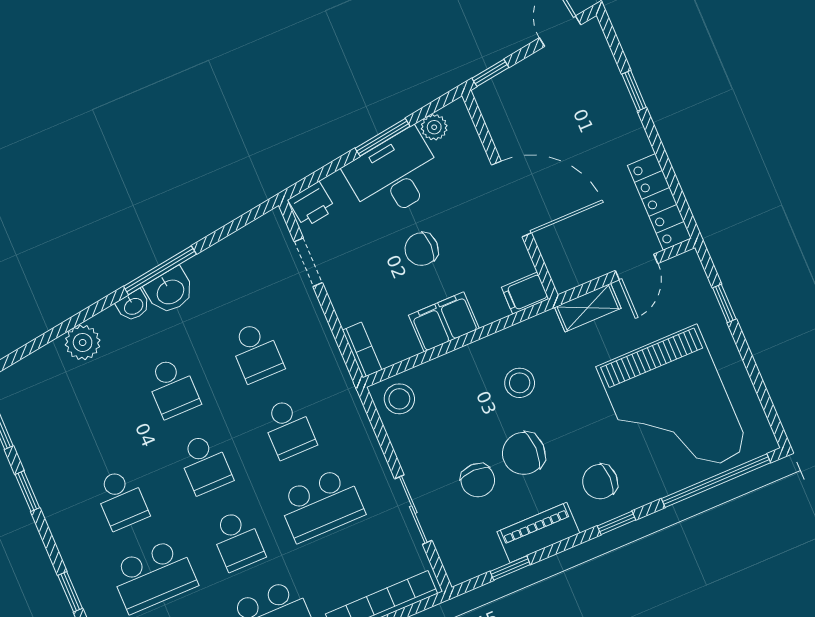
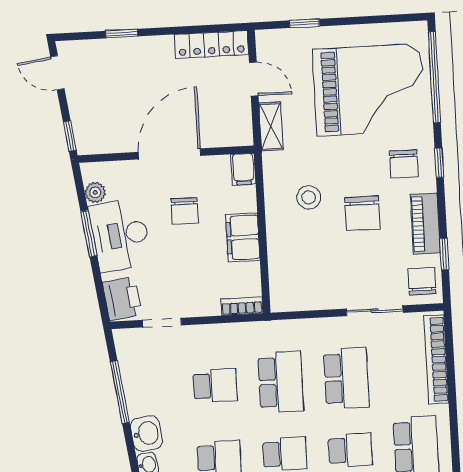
printer: (312, 205) -> (122, 299), width x1.36, depth x1.24
chair: (422, 249) -> (185, 211), moved
window: (160, 270) -> (120, 392), moved
stool: (399, 399) -> (288, 291), removed
school desk: (289, 428) -> (281, 382), width x1.85
chair: (478, 480) -> (422, 281), moved, turned -90

